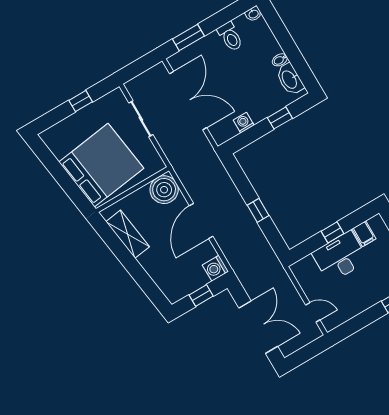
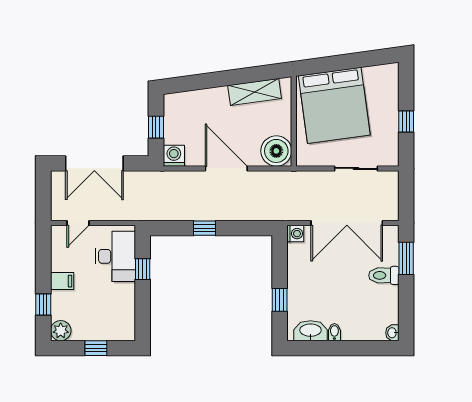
toilet: (230, 37) -> (384, 275), moved
washing machine: (244, 123) -> (295, 234), moved
window: (333, 232) -> (143, 269), moved
filing cabinet: (364, 234) -> (62, 281), moved, turned 180
desk: (340, 257) -> (115, 256), moved

